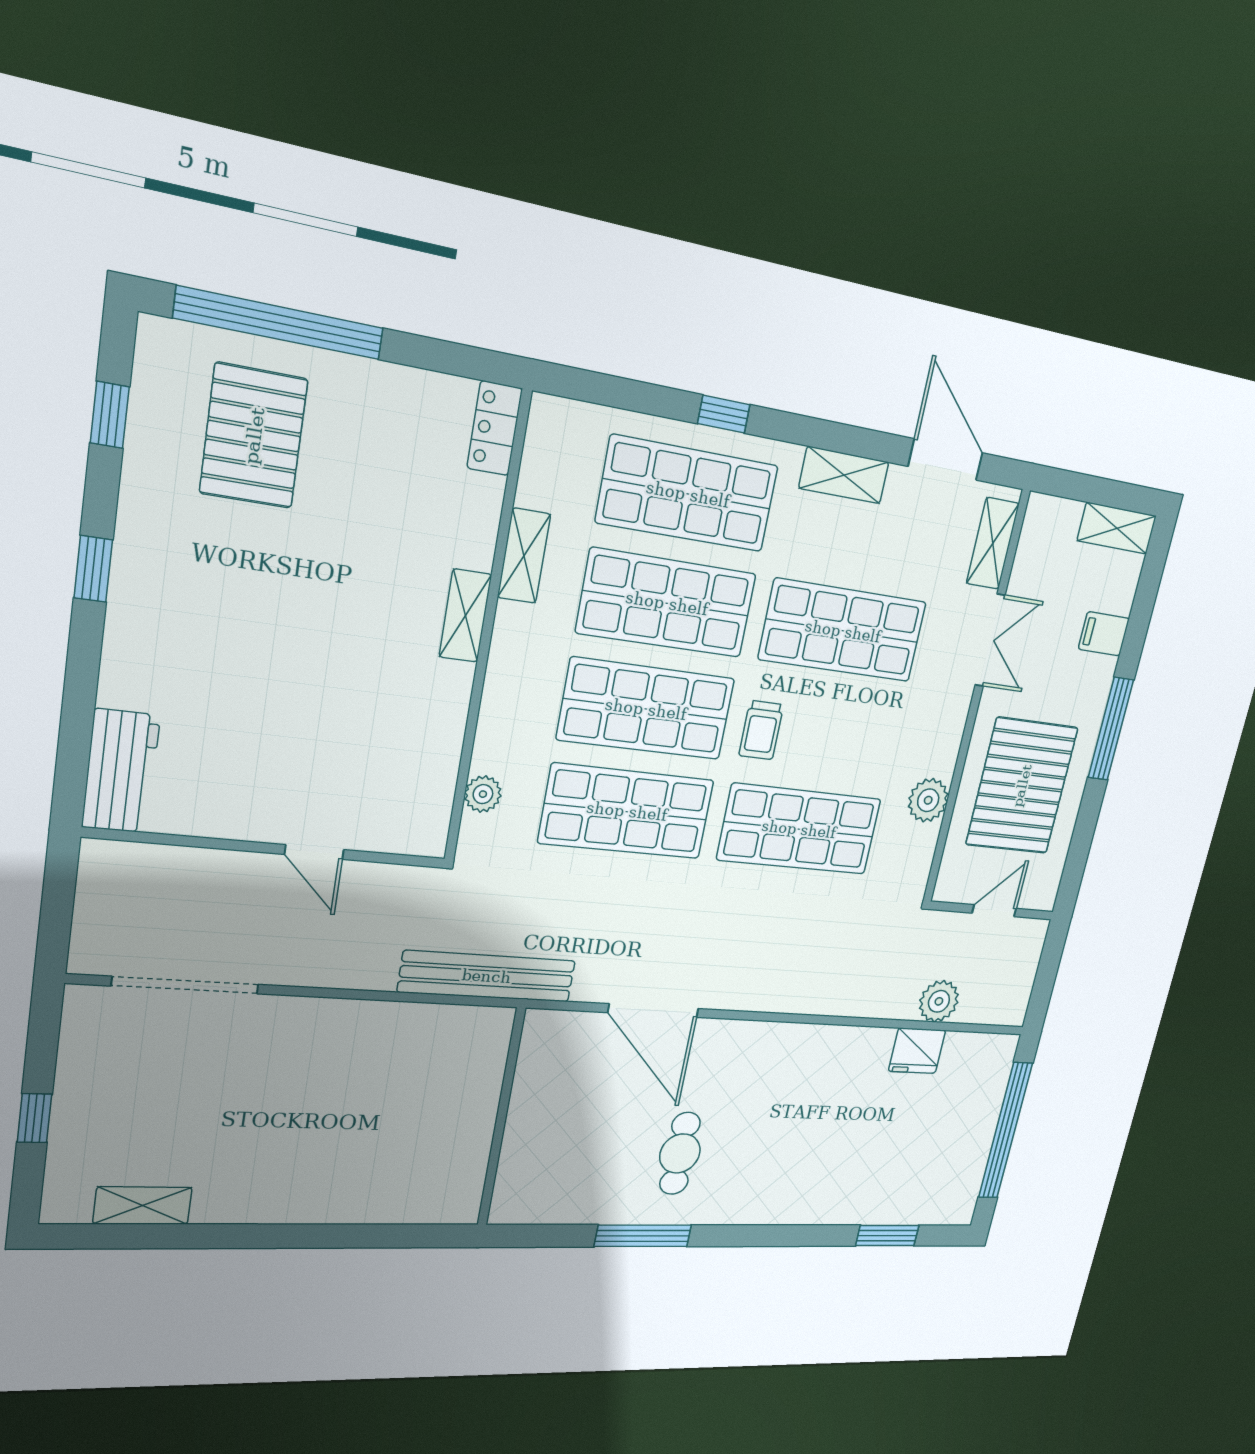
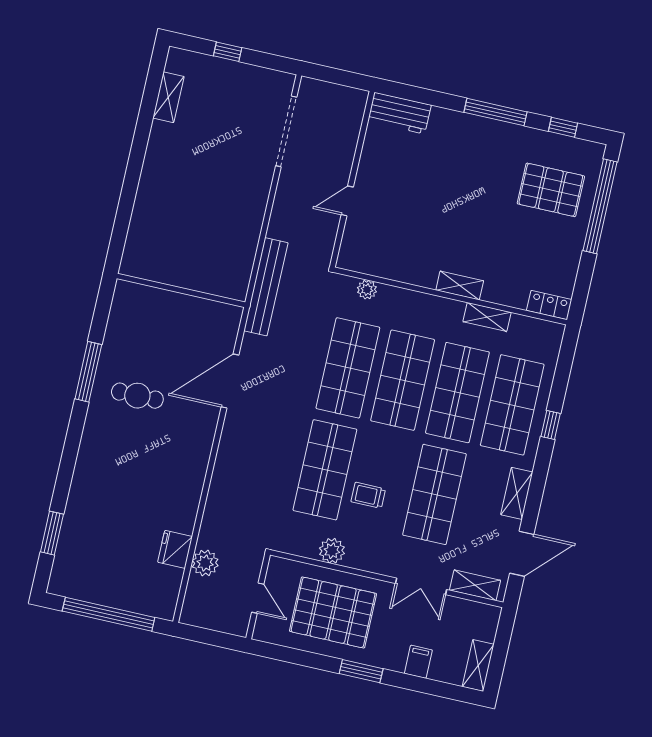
window: (93, 569) -> (495, 112), width x2.17
window: (1111, 729) -> (361, 671), width x0.69
trolley: (761, 730) -> (368, 495), moved

